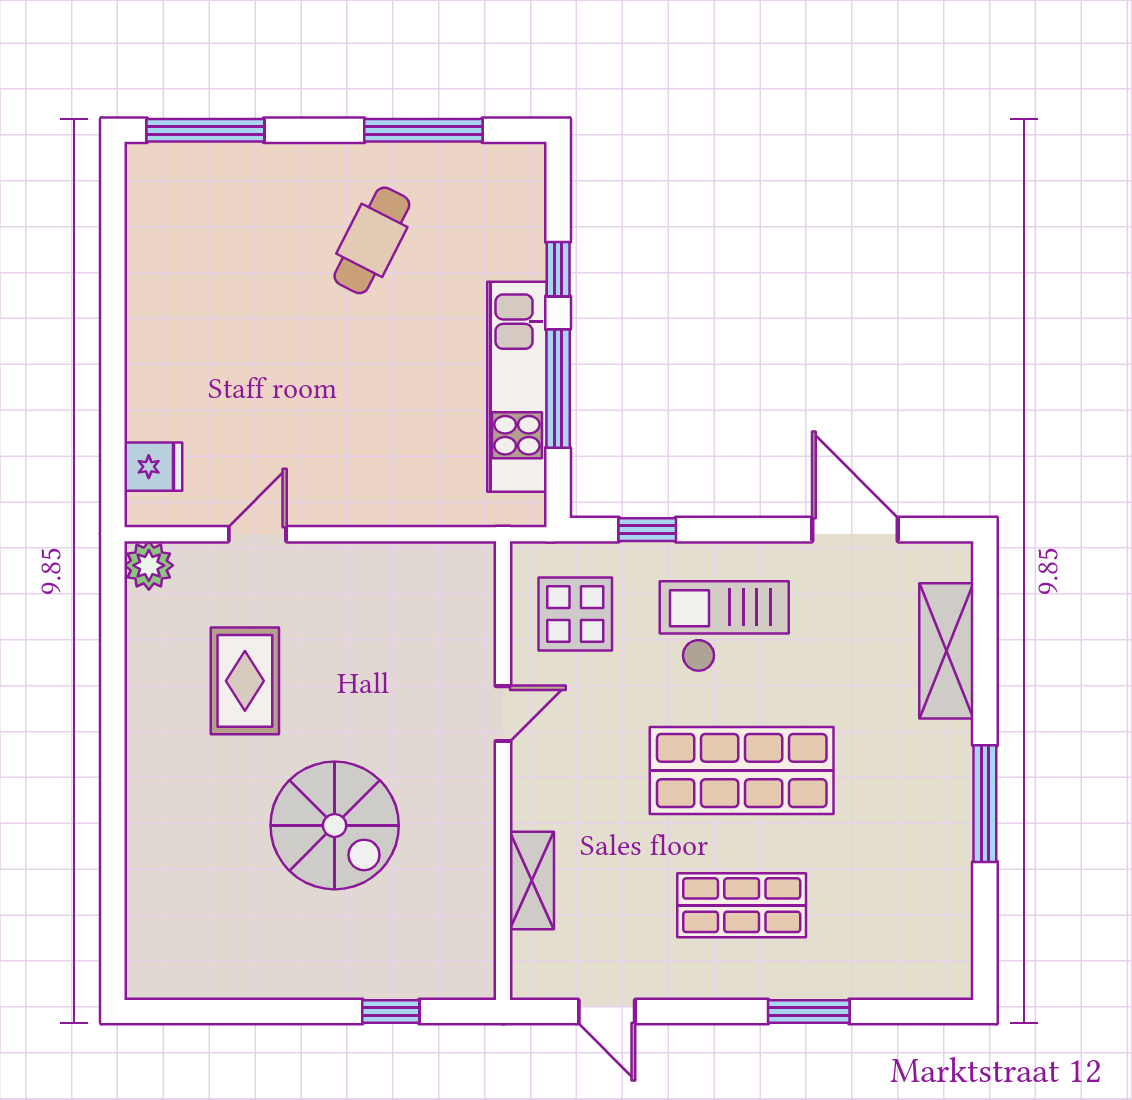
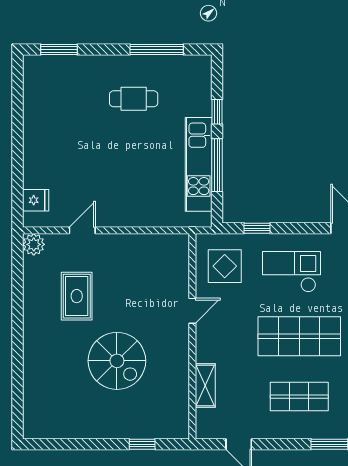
window: (205, 130) -> (59, 49), width x0.69
cafe table: (372, 240) -> (134, 99), turned 63

